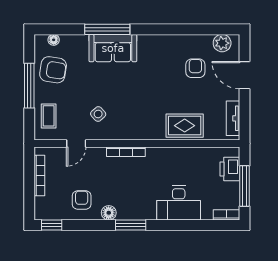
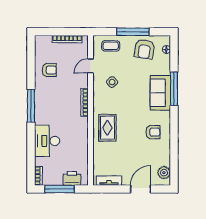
armchair: (195, 68) -> (153, 132), moved
rug: (185, 126) -> (107, 128), moved
door: (76, 144) -> (91, 66), hinge flipped
floor lamp: (109, 213) -> (40, 90), removed
window: (52, 225) -> (31, 48), removed
window: (131, 225) -> (31, 106), width x1.44

